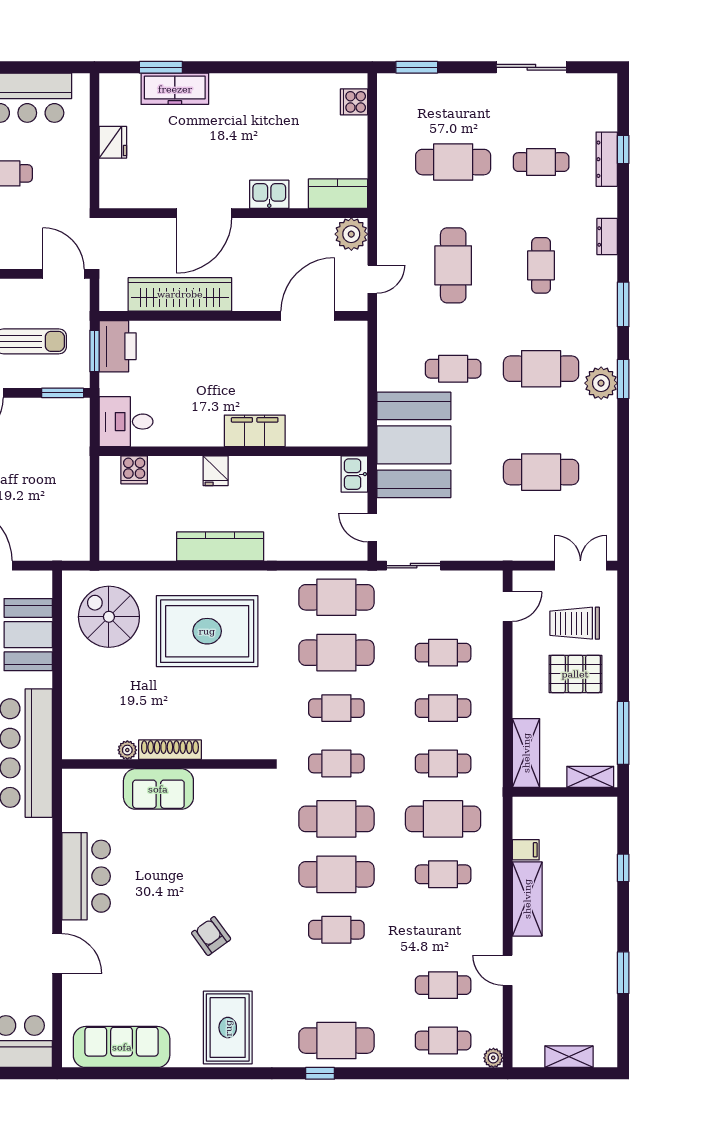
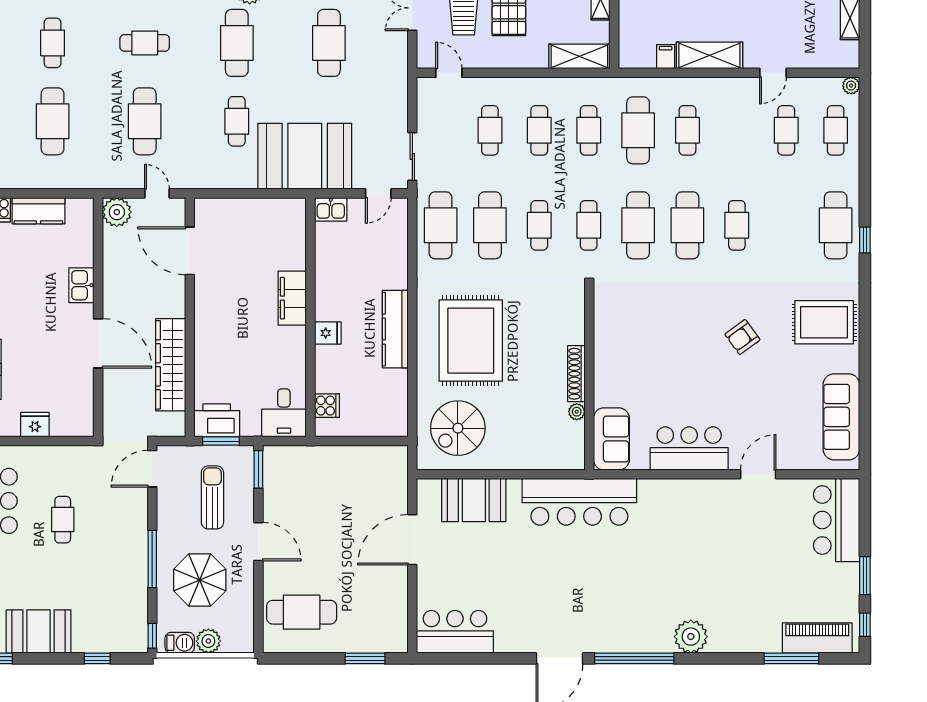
kitchen counter: (338, 194) -> (38, 211), moved, turned -90
cafe table: (453, 265) -> (145, 121), turned 90
sofa: (158, 789) -> (611, 439), moved

